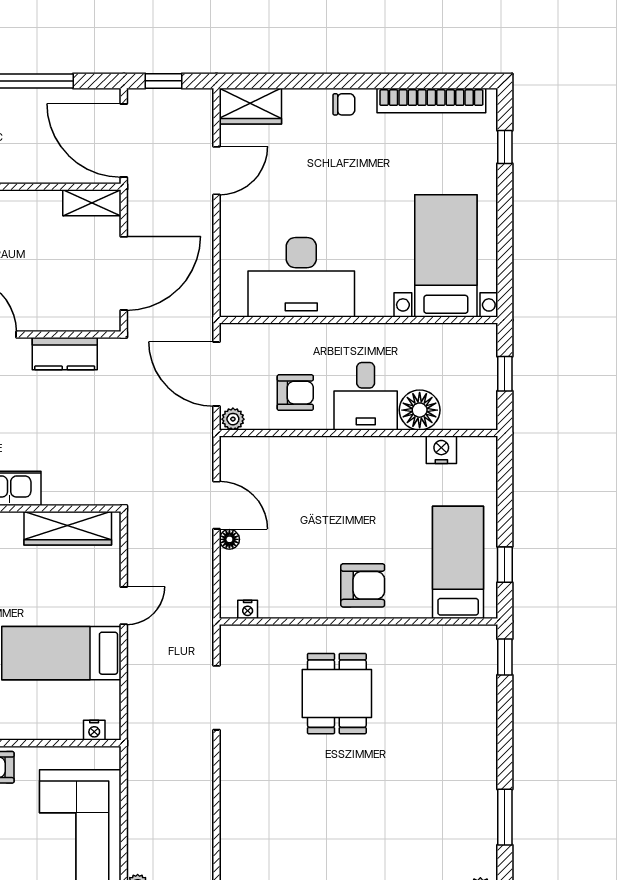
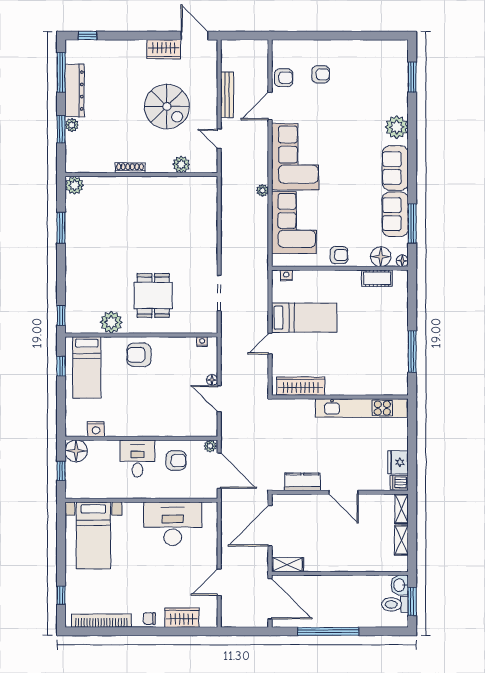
window: (164, 81) -> (248, 631), removed
wardrobe: (250, 106) -> (182, 618), moved
armchair: (295, 393) -> (176, 461), turned 180
floor lamp: (420, 410) -> (76, 451), moved
plant: (413, 645) -> (111, 322), added

